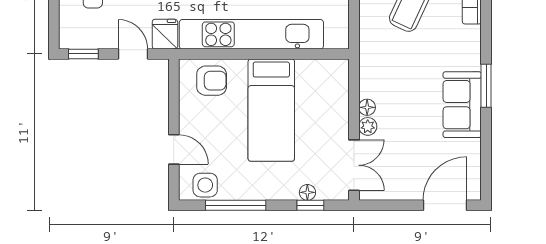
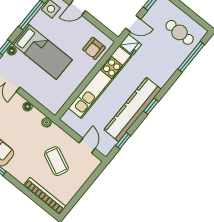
bed: (271, 110) -> (42, 52), moved, turned 180
plant: (368, 126) -> (47, 122), moved

